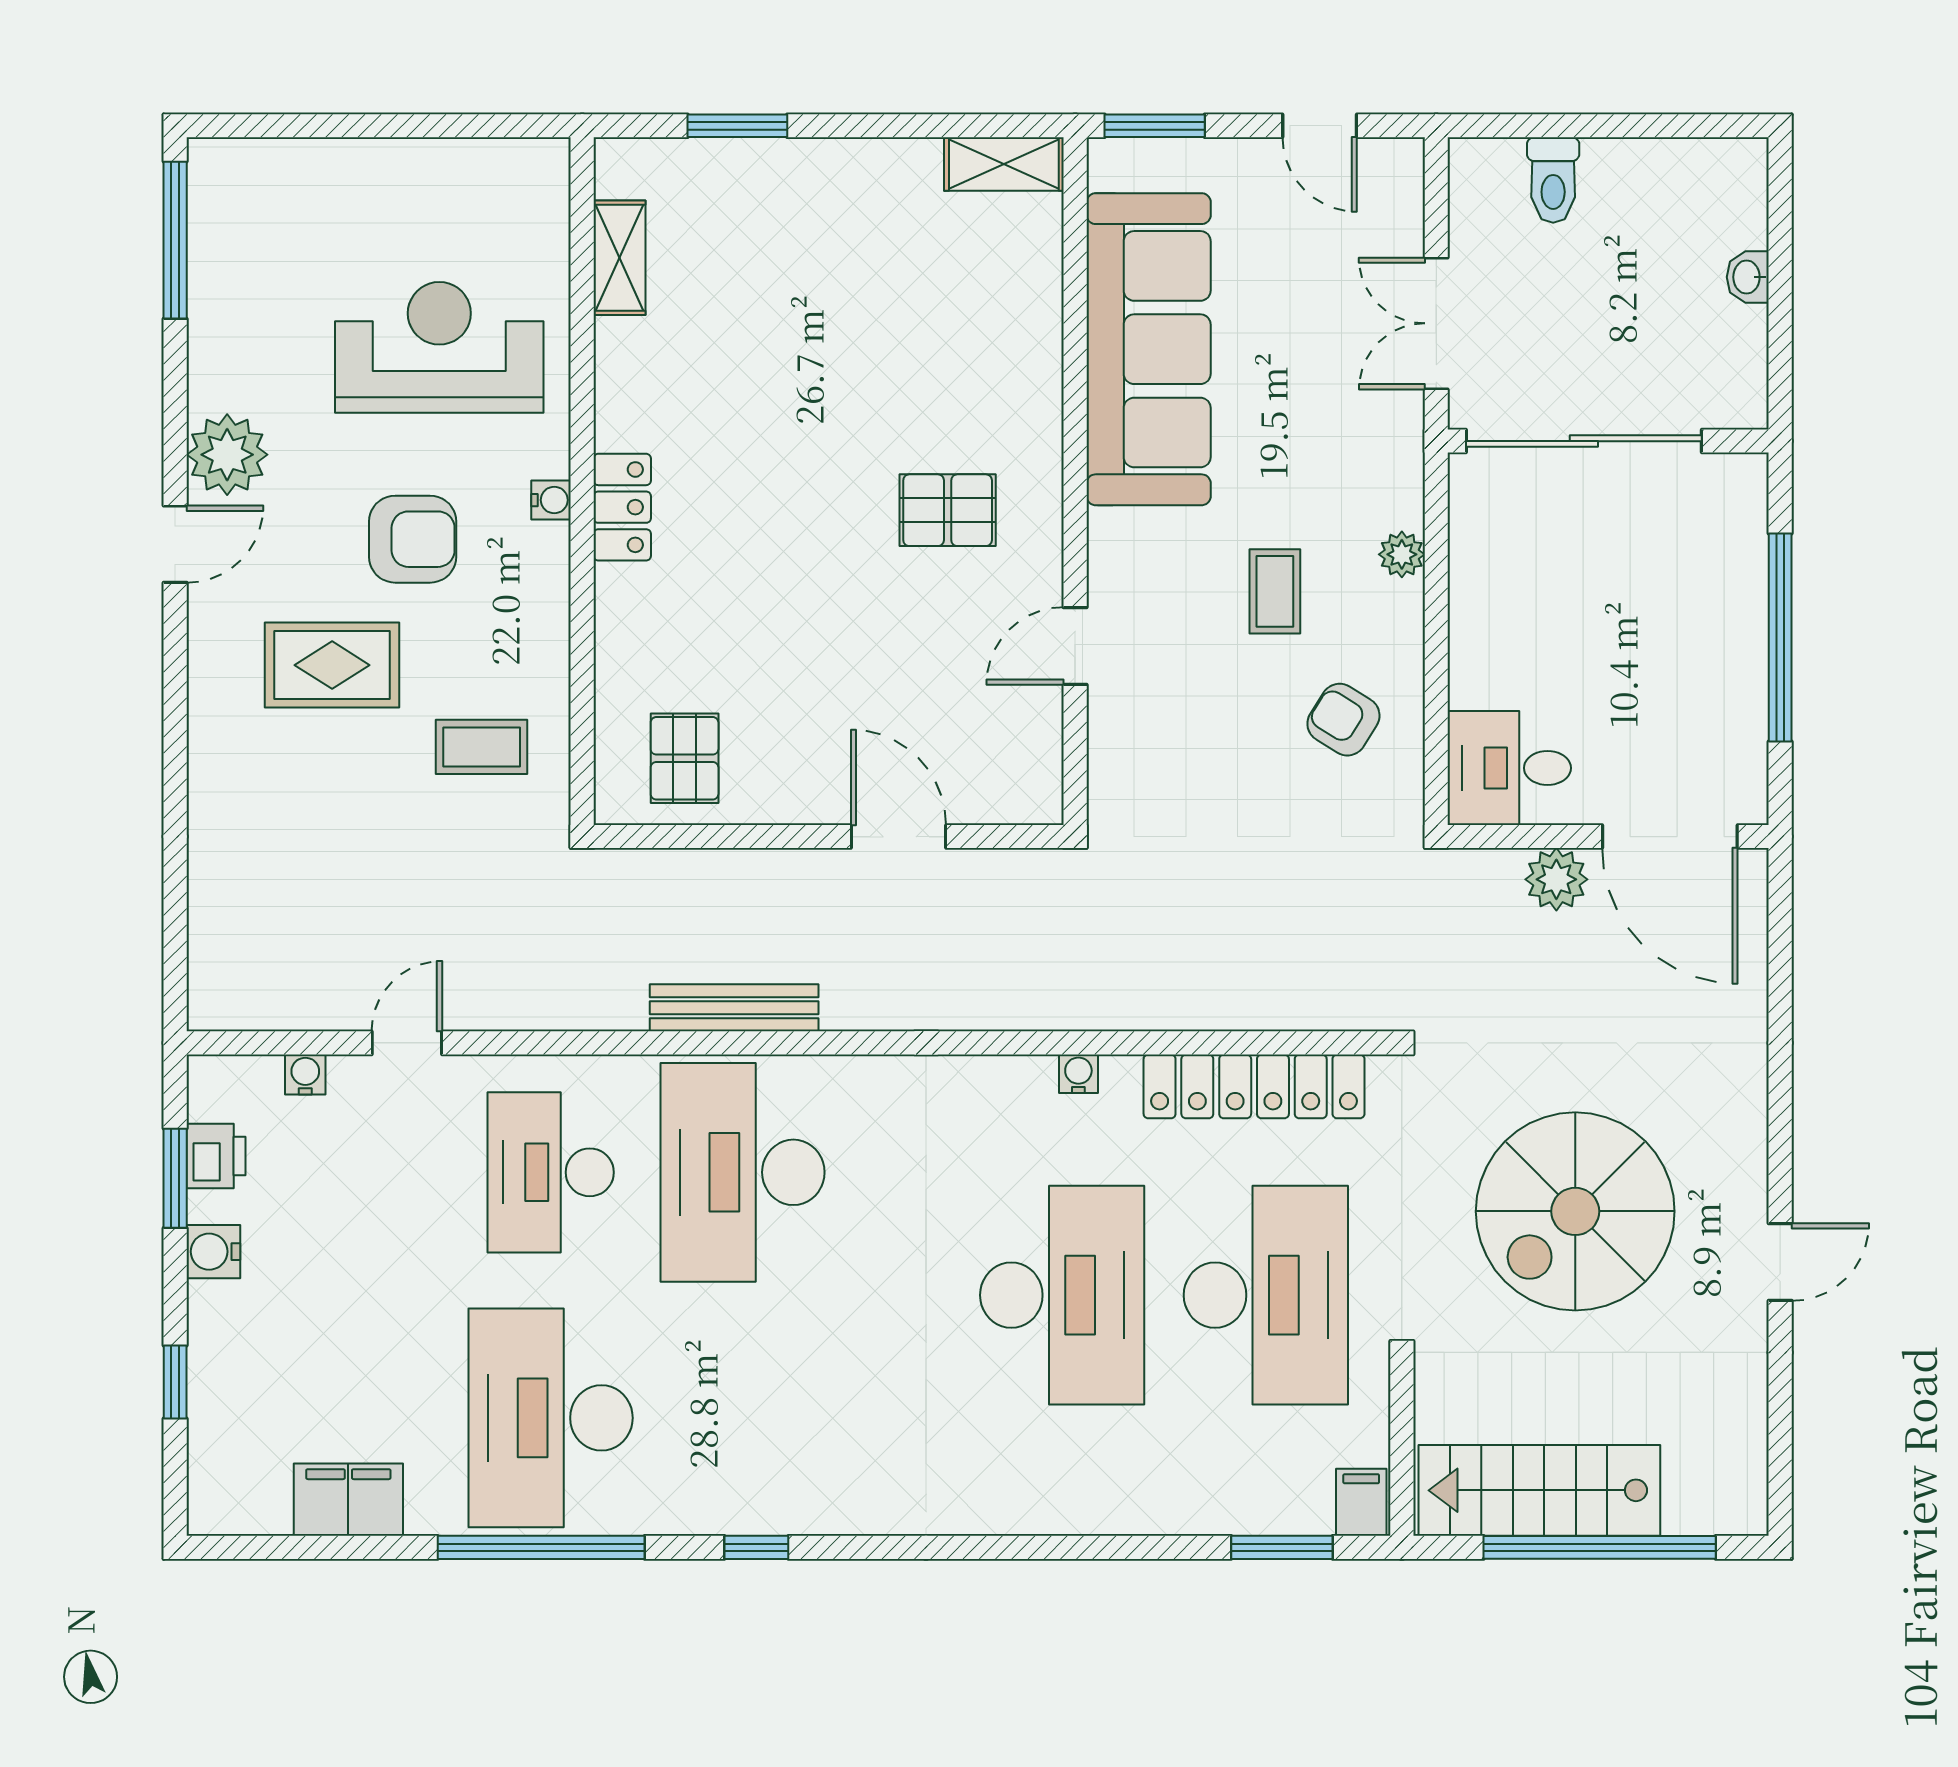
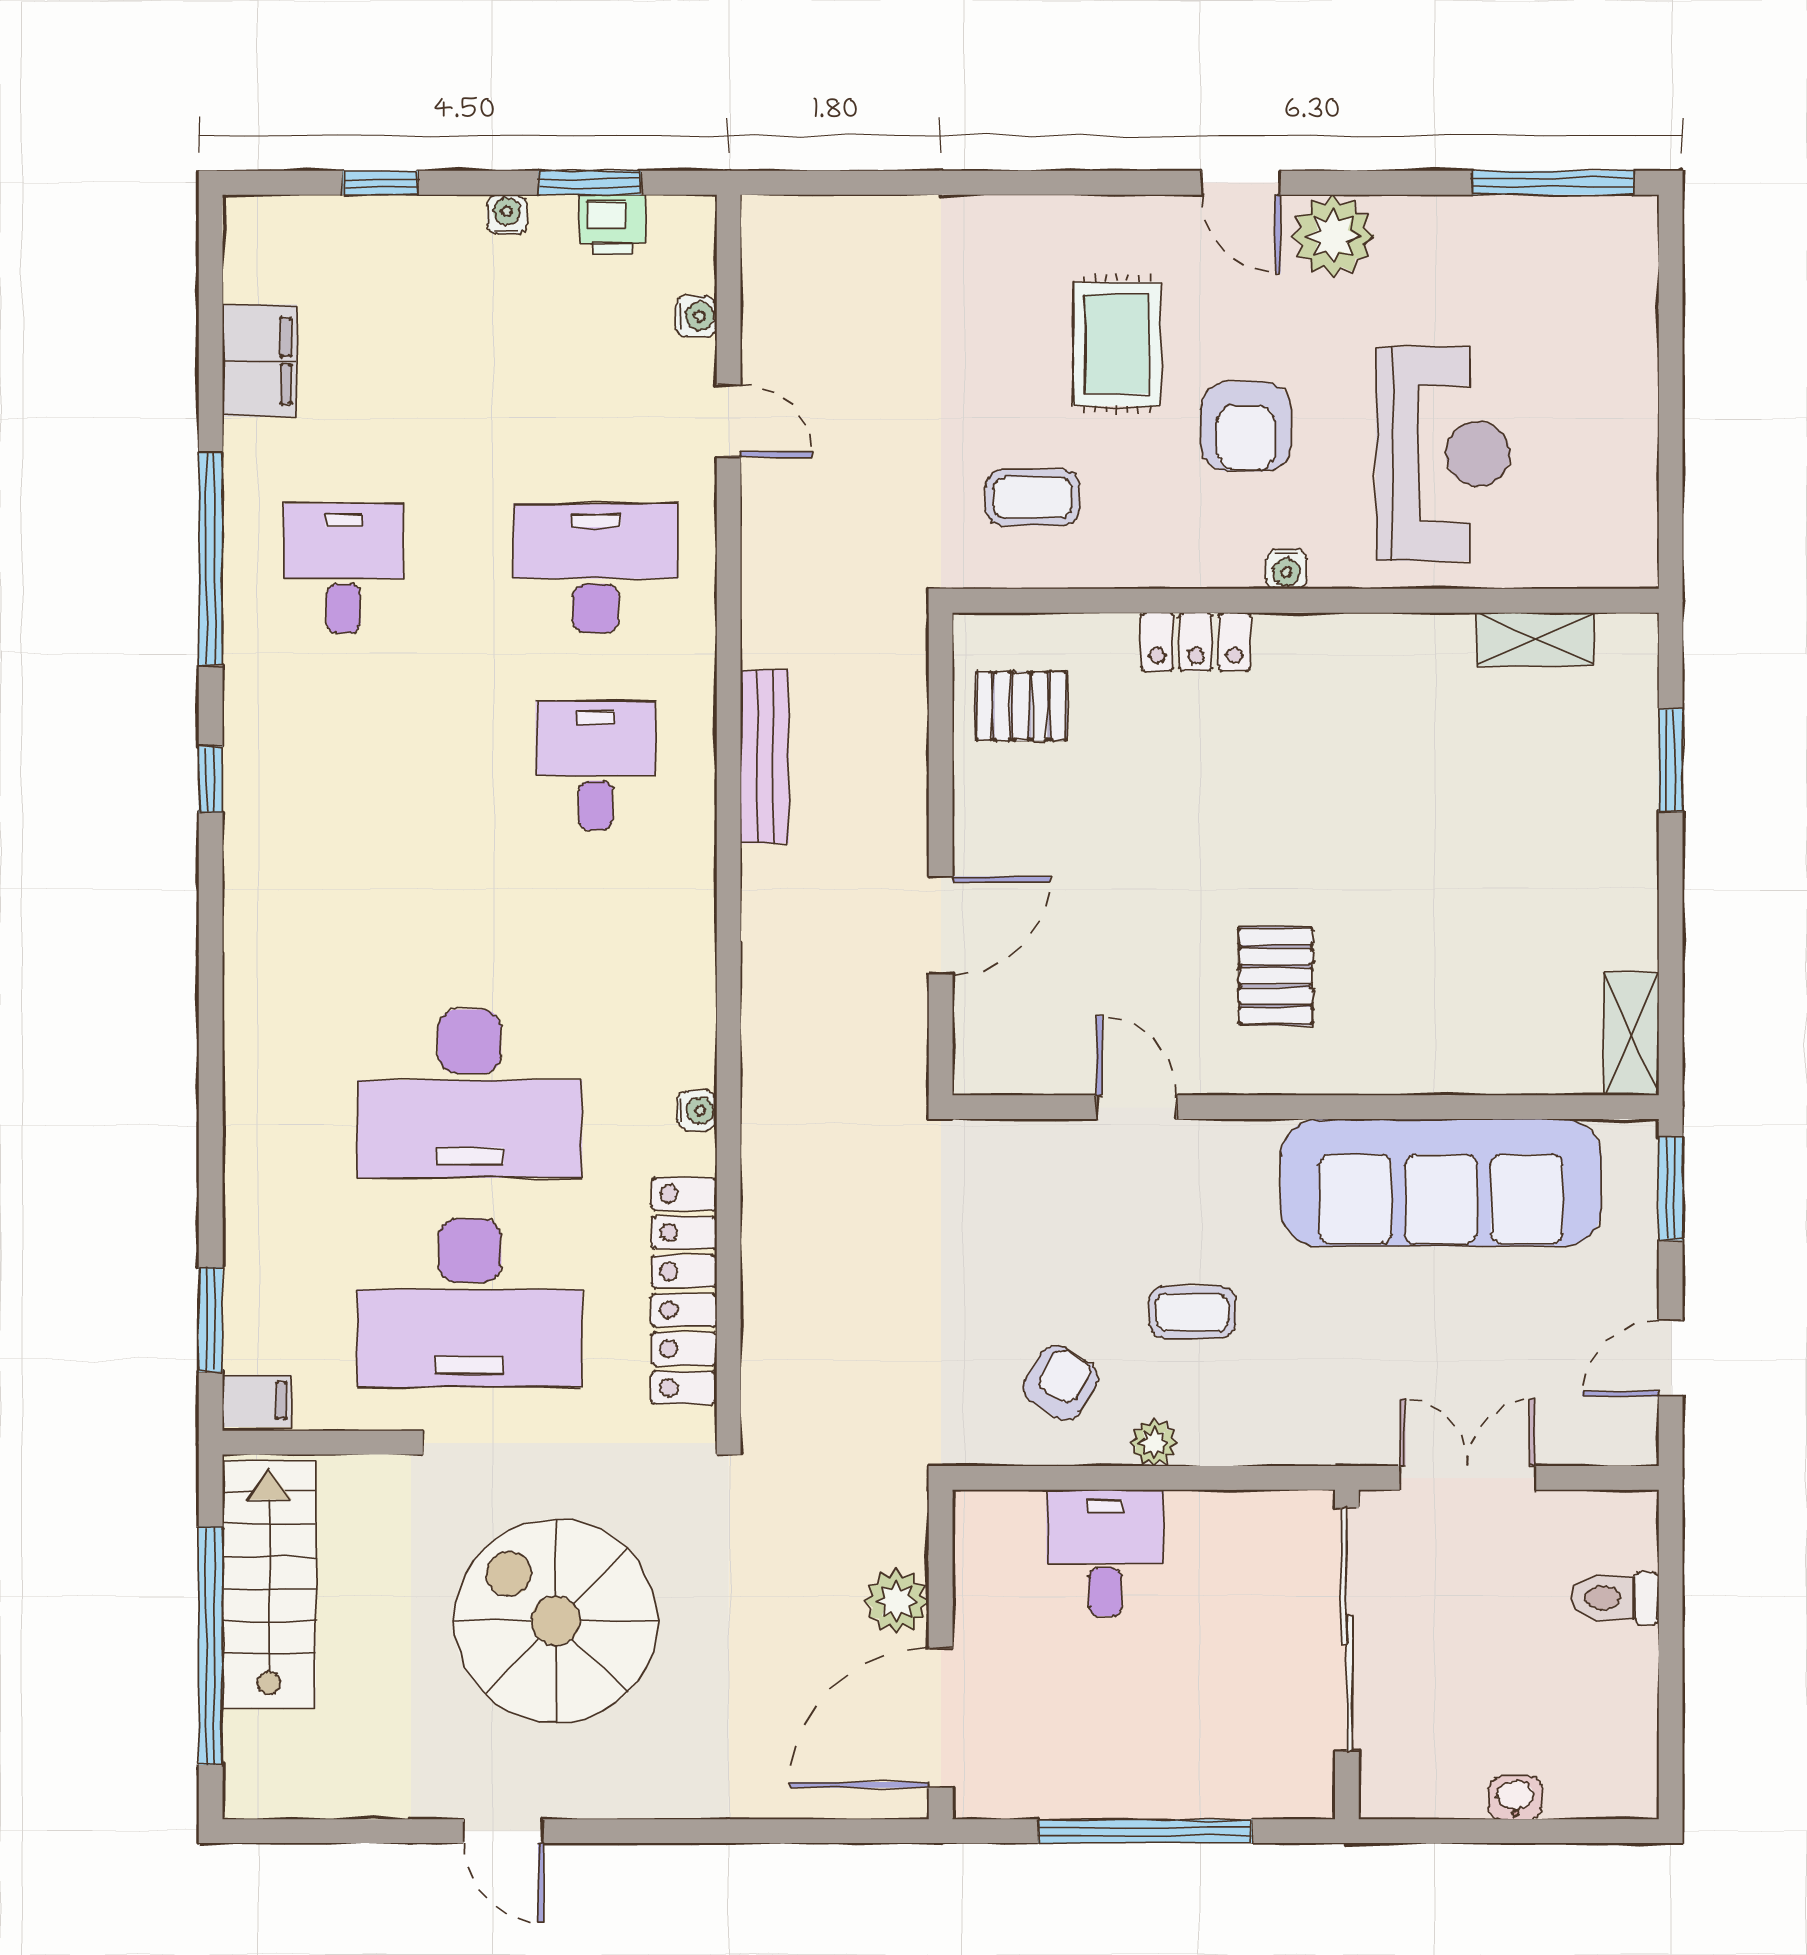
locker: (622, 507) -> (1196, 642), moved
plant: (1402, 554) -> (1154, 1443), moved
coffee table: (482, 747) -> (1033, 497), turned 90
desk: (1509, 768) -> (1105, 1553), moved
desk: (742, 1172) -> (596, 765), width x0.53, depth x0.77
water cooler: (213, 1252) -> (507, 214), width x0.72, depth x0.72
desk: (551, 1418) -> (344, 568), width x0.53, depth x0.77

